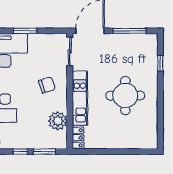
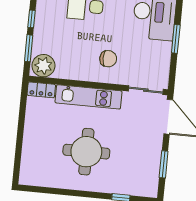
window: (129, 31) -> (164, 164), width x0.69
chair: (47, 85) -> (108, 59), turned -73
plant: (58, 121) -> (43, 66), moved

